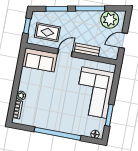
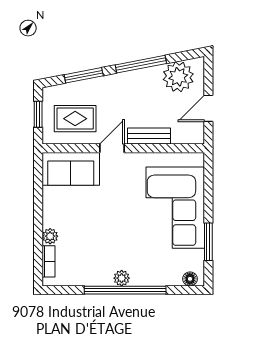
plant: (57, 127) -> (122, 278), added

